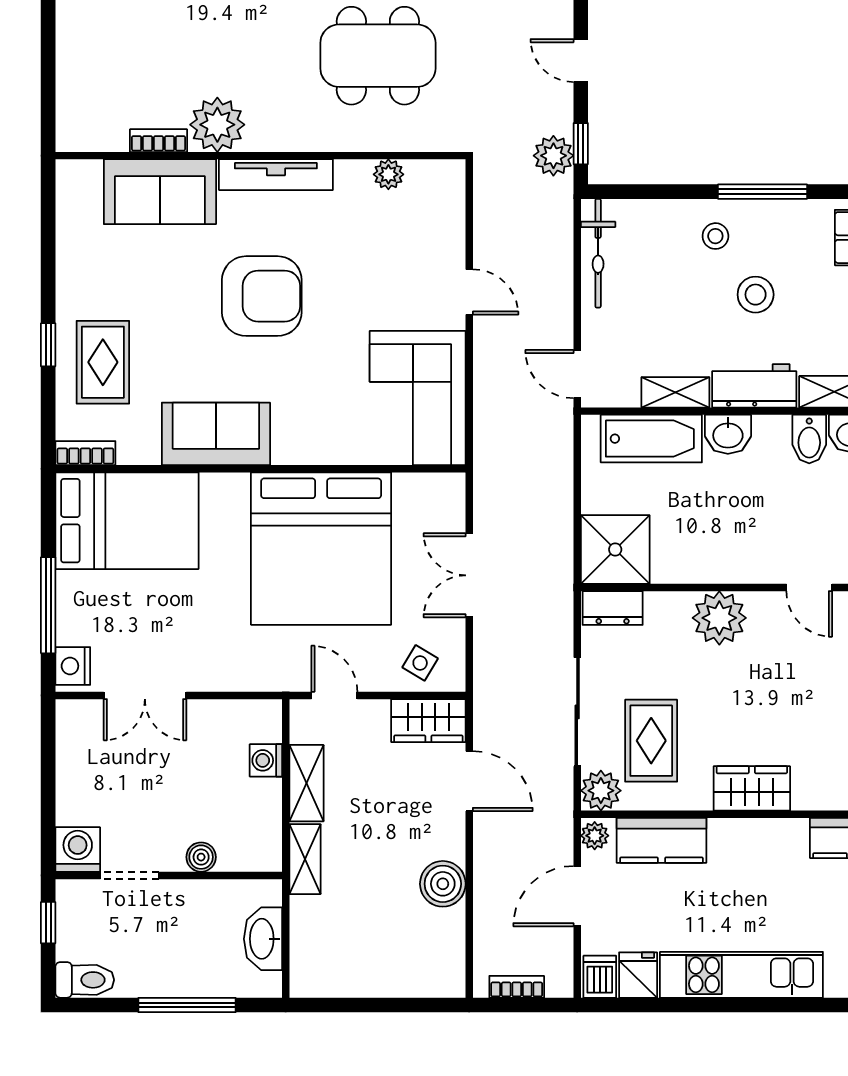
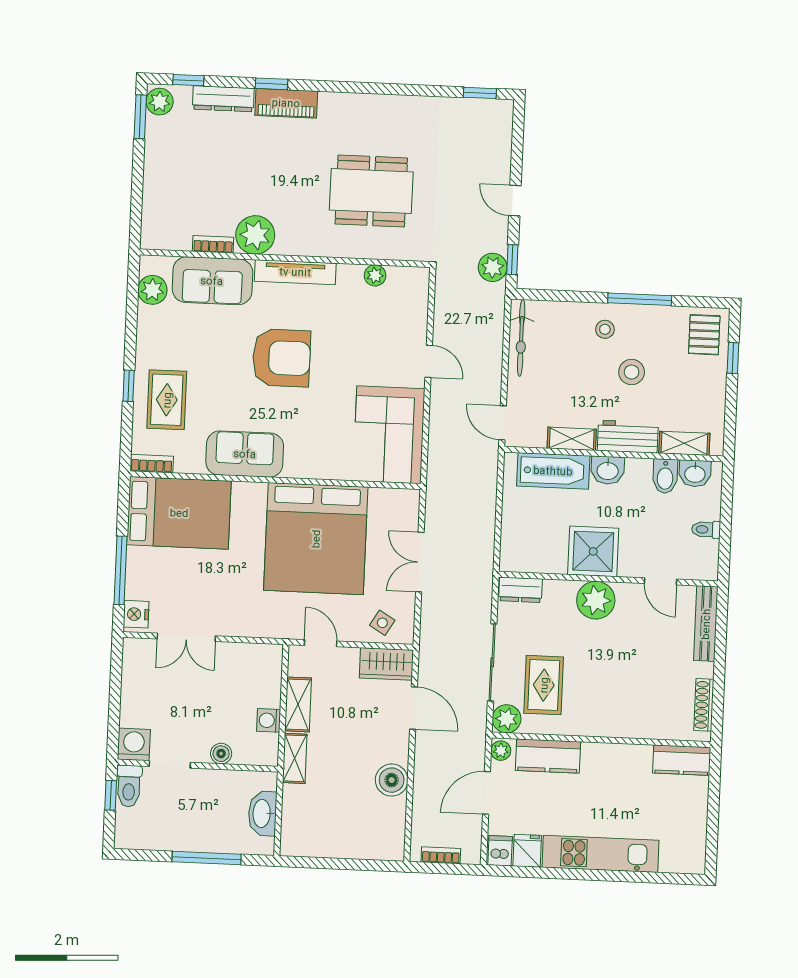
plant: (76, 208) -> (152, 290), added
shower: (615, 549) -> (593, 551), moved
washing machine: (266, 760) -> (269, 720), moved
wardrobe: (752, 788) -> (614, 722), removed
toilet: (85, 980) -> (129, 786), moved, turned 90

